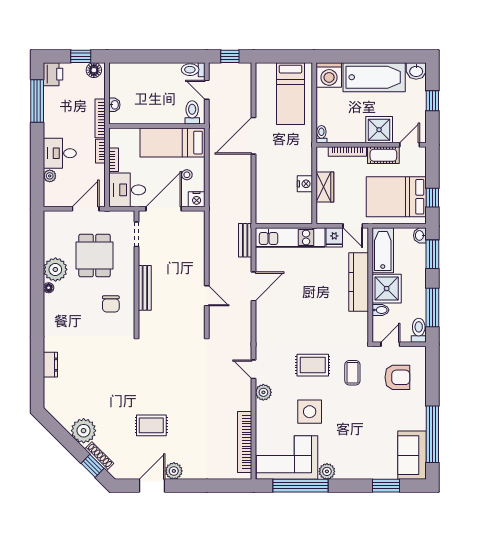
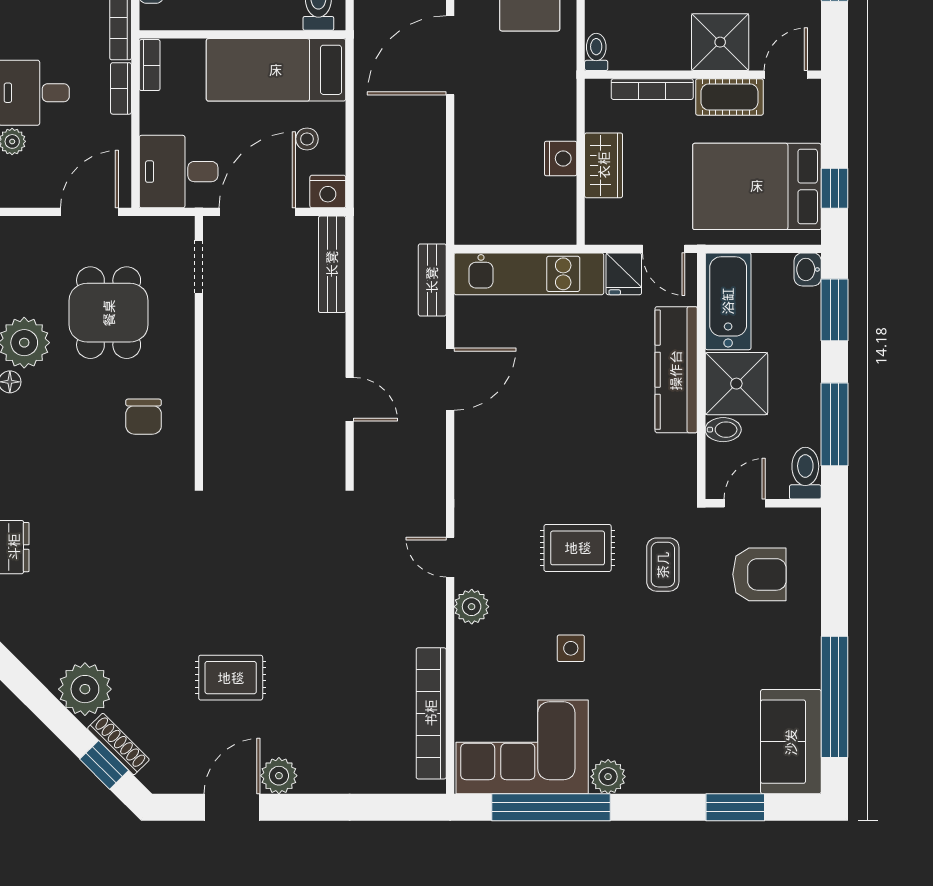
bookcase: (114, 160) -> (150, 65), moved
bench: (145, 288) -> (332, 264), moved
side table: (310, 412) -> (571, 648), width x0.54, depth x0.54

